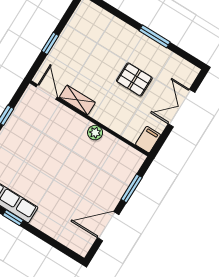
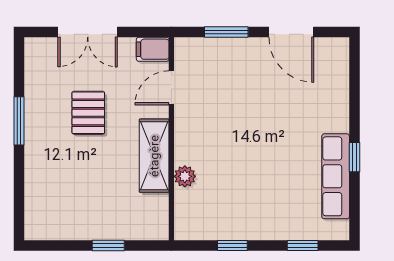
door: (47, 92) -> (171, 88), moved
shelving: (77, 100) -> (154, 156), width x1.50, depth x1.33
plant: (95, 133) -> (185, 176), moved

